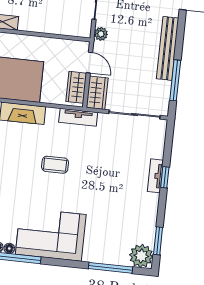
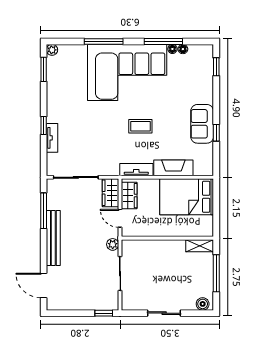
tv unit: (78, 117) -> (136, 170), moved
tv unit: (155, 176) -> (52, 138), moved
corner sofa: (51, 234) -> (127, 72), width x1.36, depth x1.36
plant: (141, 256) -> (52, 50), width x0.53, depth x0.53
window: (110, 268) -> (104, 42), moved

